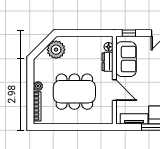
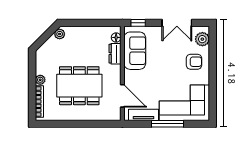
plant: (56, 50) -> (60, 34), width x0.53, depth x0.53
door: (114, 90) -> (122, 96), moved

